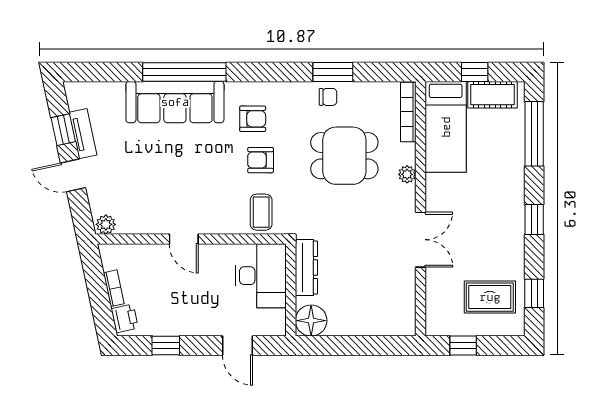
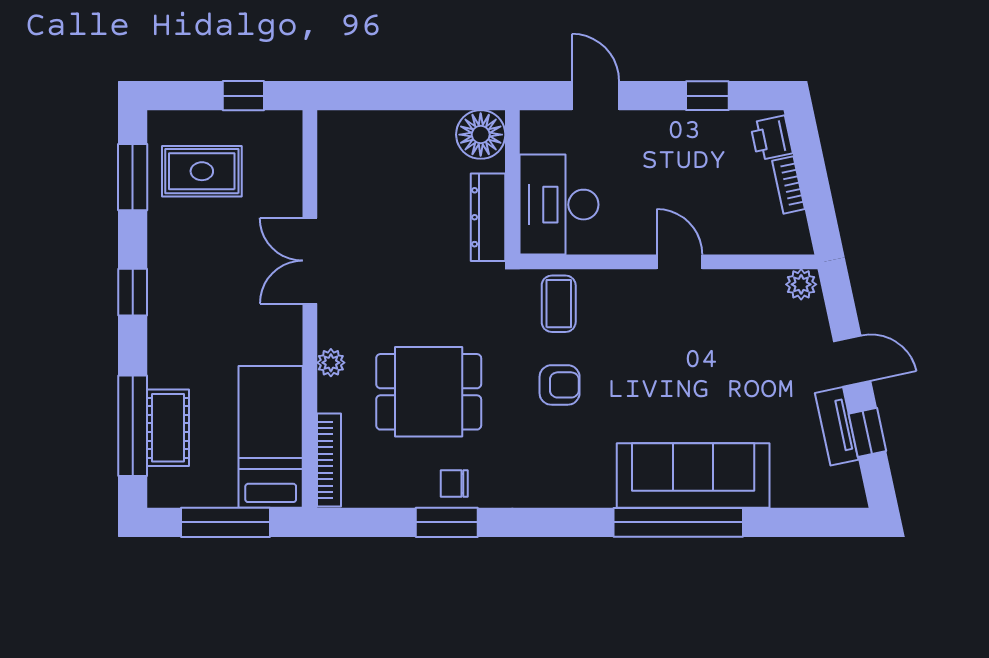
window: (475, 72) -> (226, 522), width x2.17
cot: (493, 95) -> (168, 428), moved, turned 90
armchair: (253, 119) -> (572, 449), removed
window: (534, 293) -> (133, 177), width x1.50

